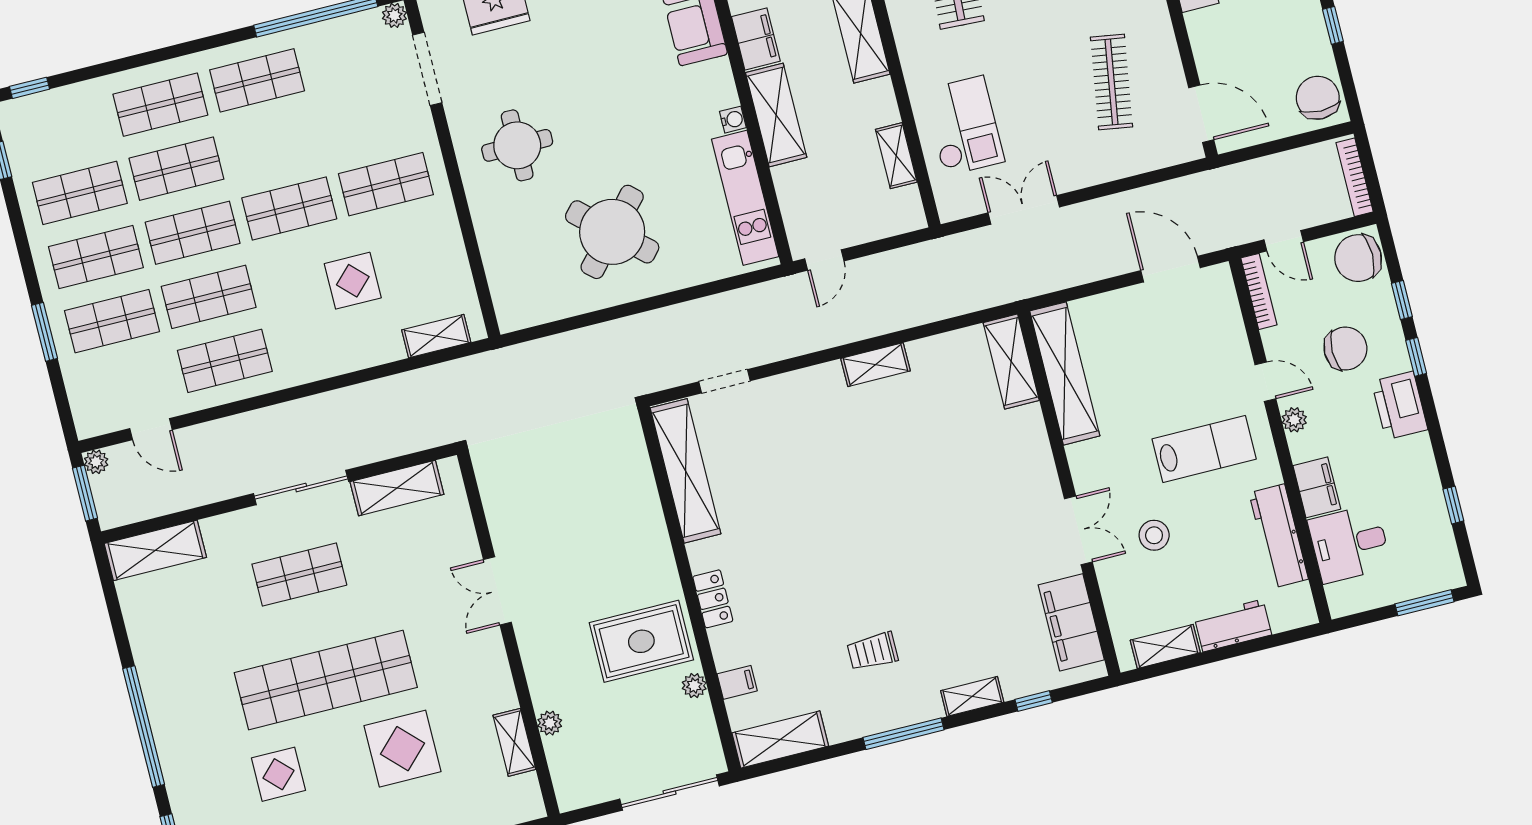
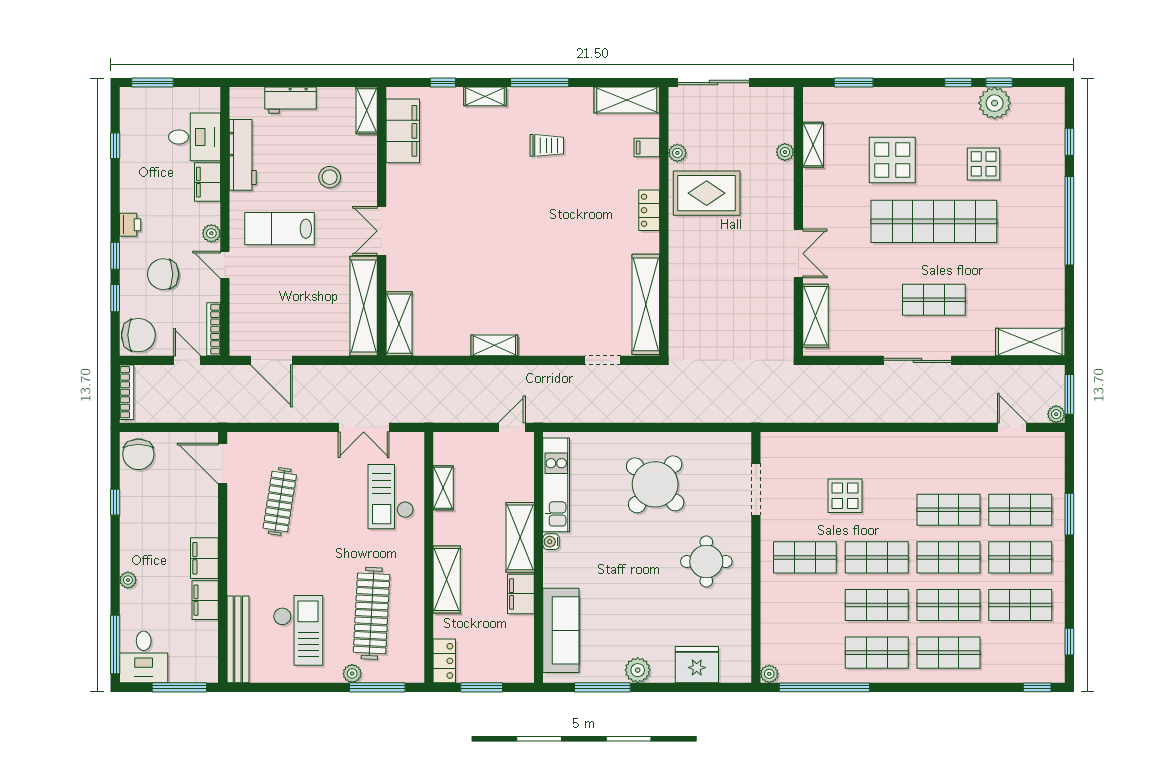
doorway: (427, 69) -> (756, 489), moved
shelving: (436, 336) -> (796, 442), removed
shop shelf: (225, 361) -> (877, 605), moved
printer: (1400, 406) -> (130, 225), width x0.53, depth x0.68
shelving: (397, 488) -> (816, 316), moved, turned 90
double door: (1078, 530) -> (382, 231), moved
shelving: (1165, 646) -> (367, 110), moved, turned 90

